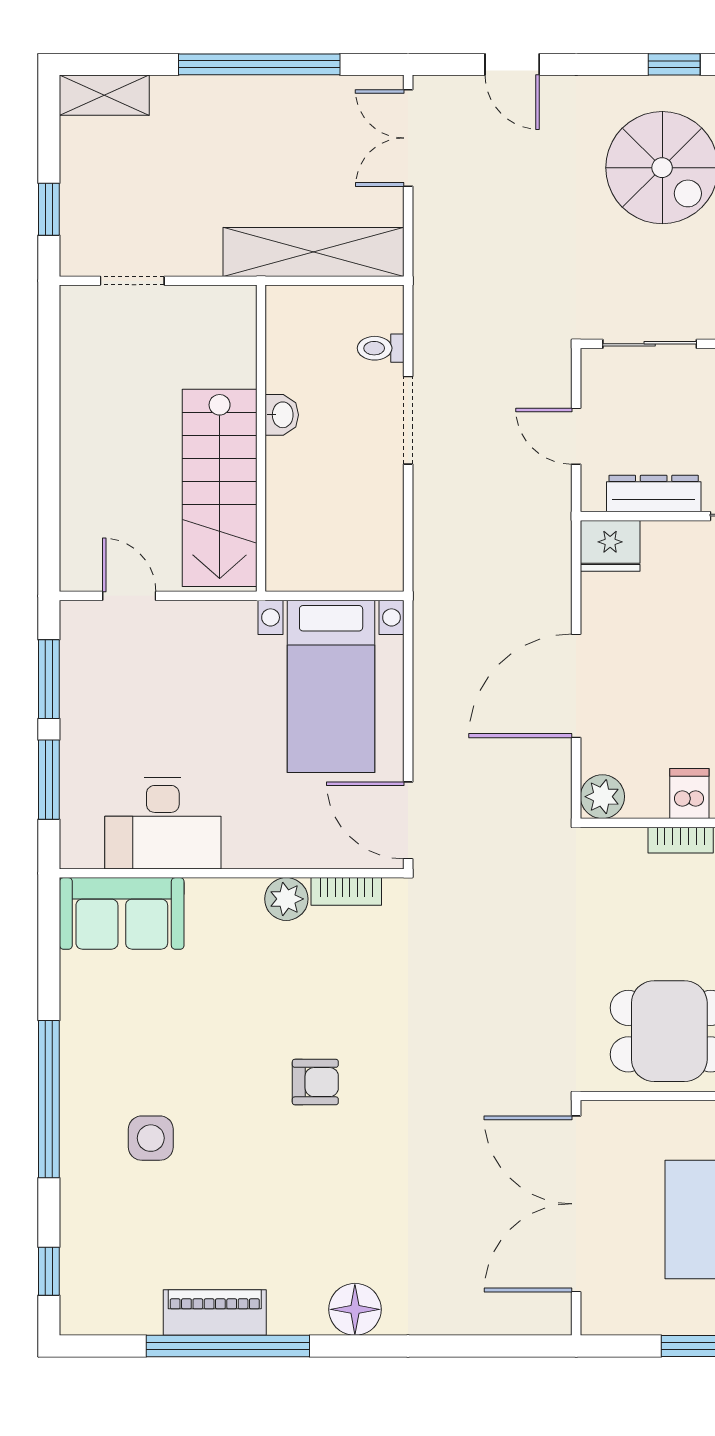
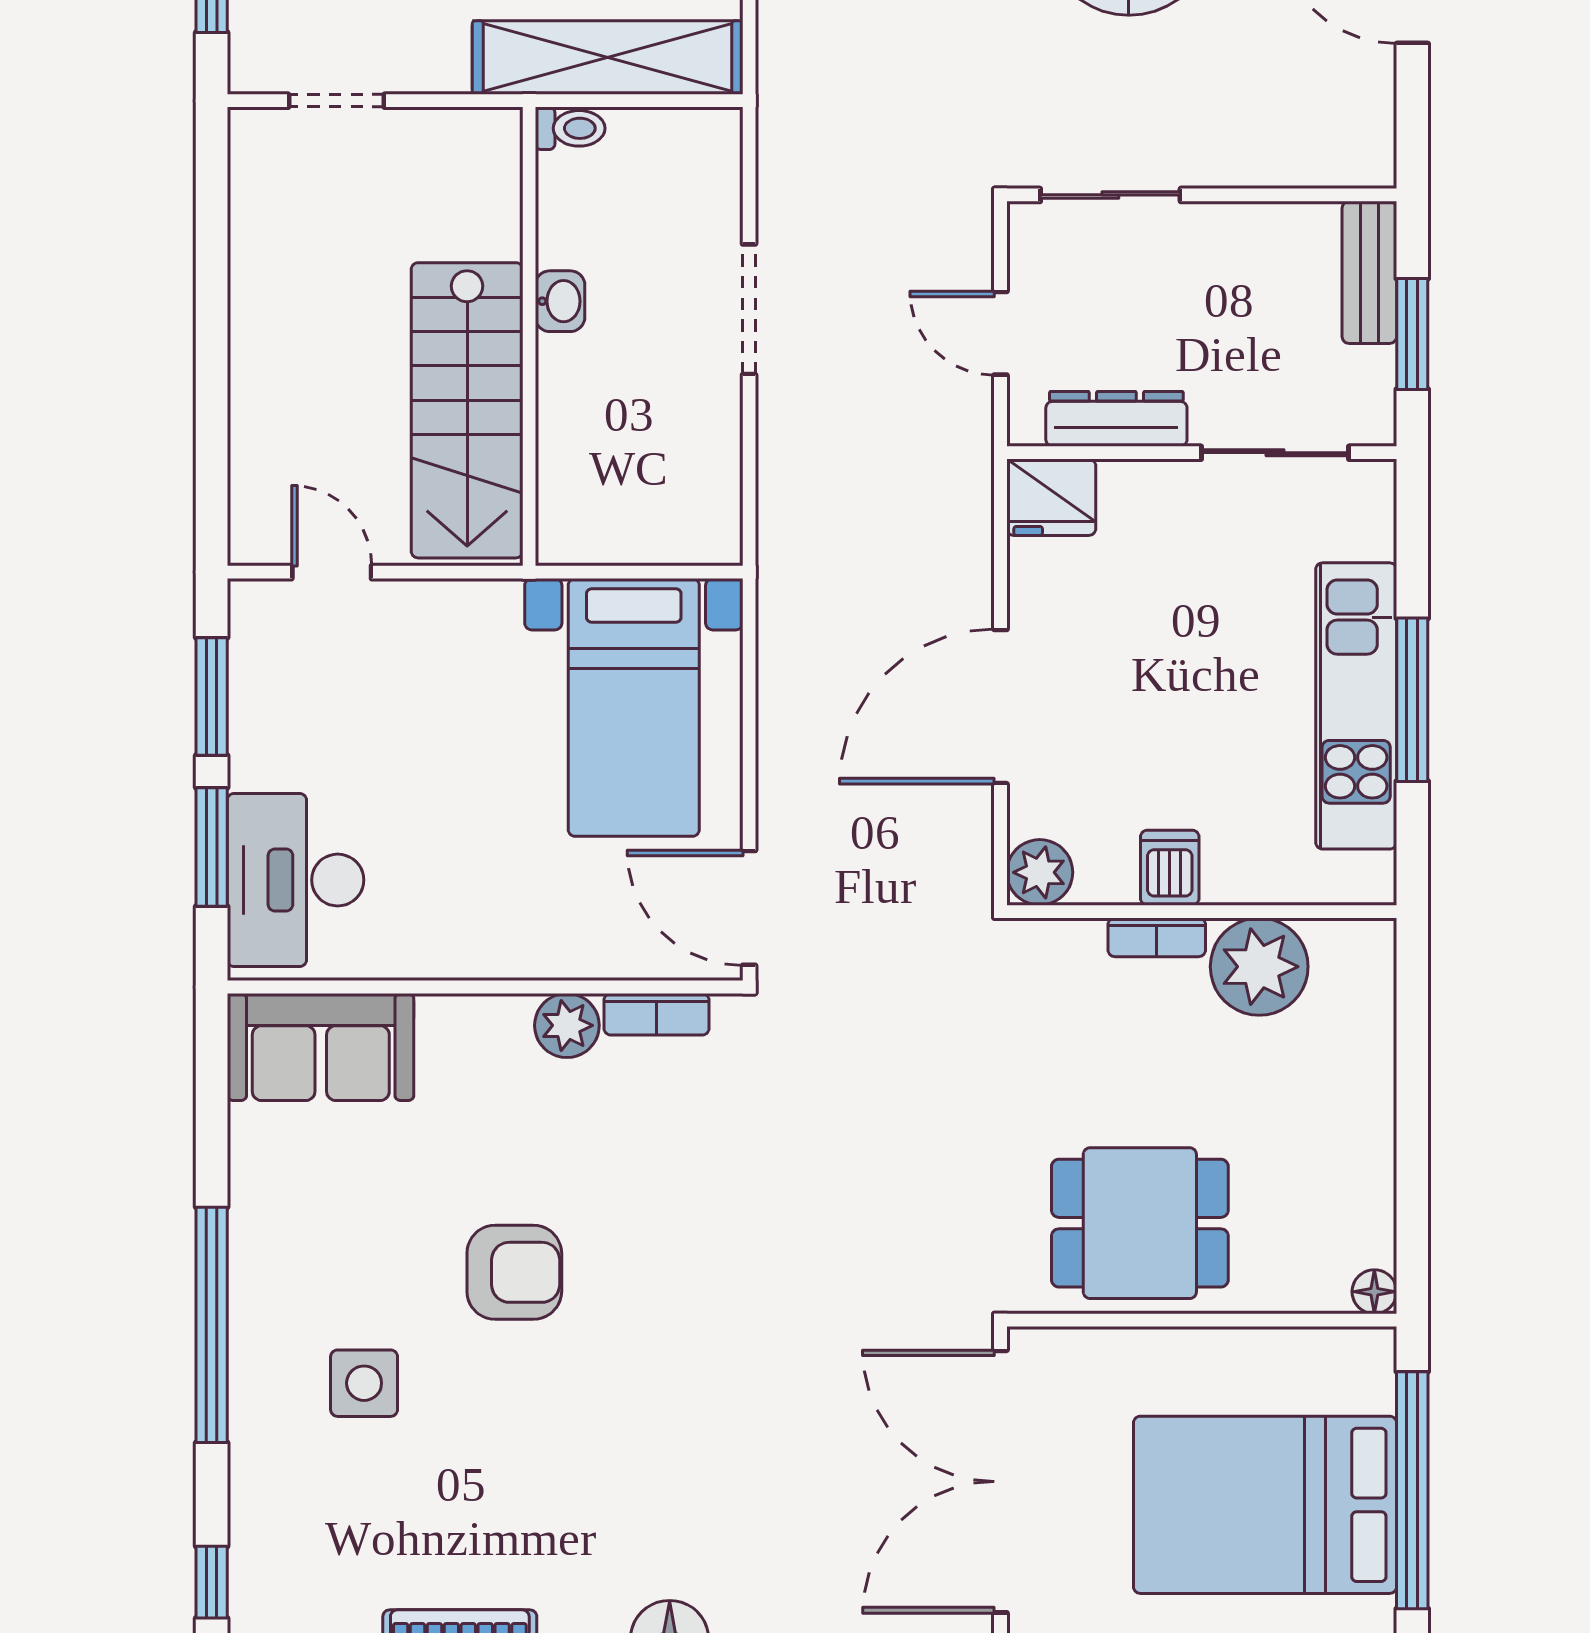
toilet: (381, 348) -> (570, 128), moved, turned 180
desk: (163, 824) -> (295, 880), moved, turned 90
armchair: (315, 1082) -> (514, 1272), moved, width x1.38, depth x1.38

